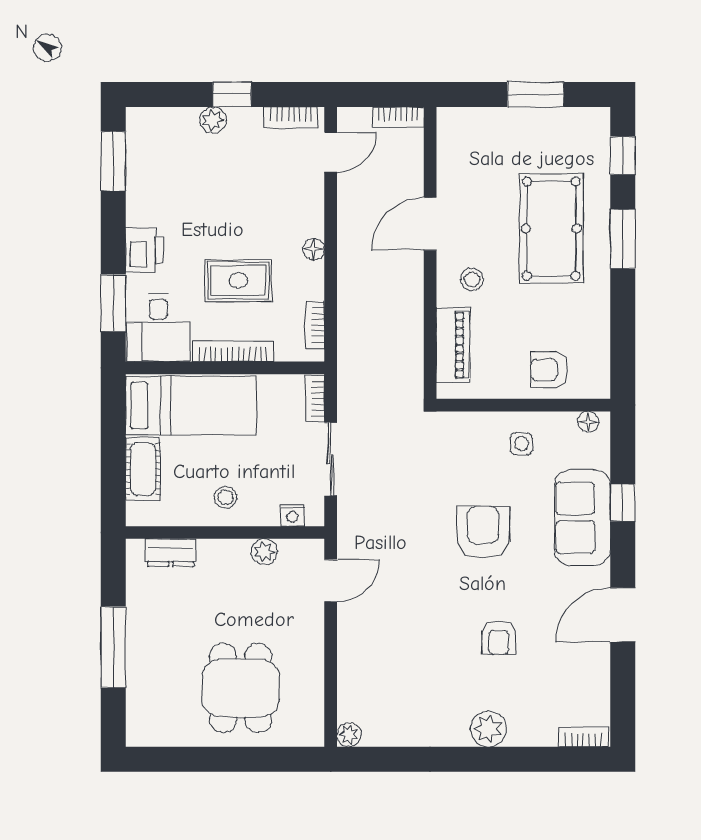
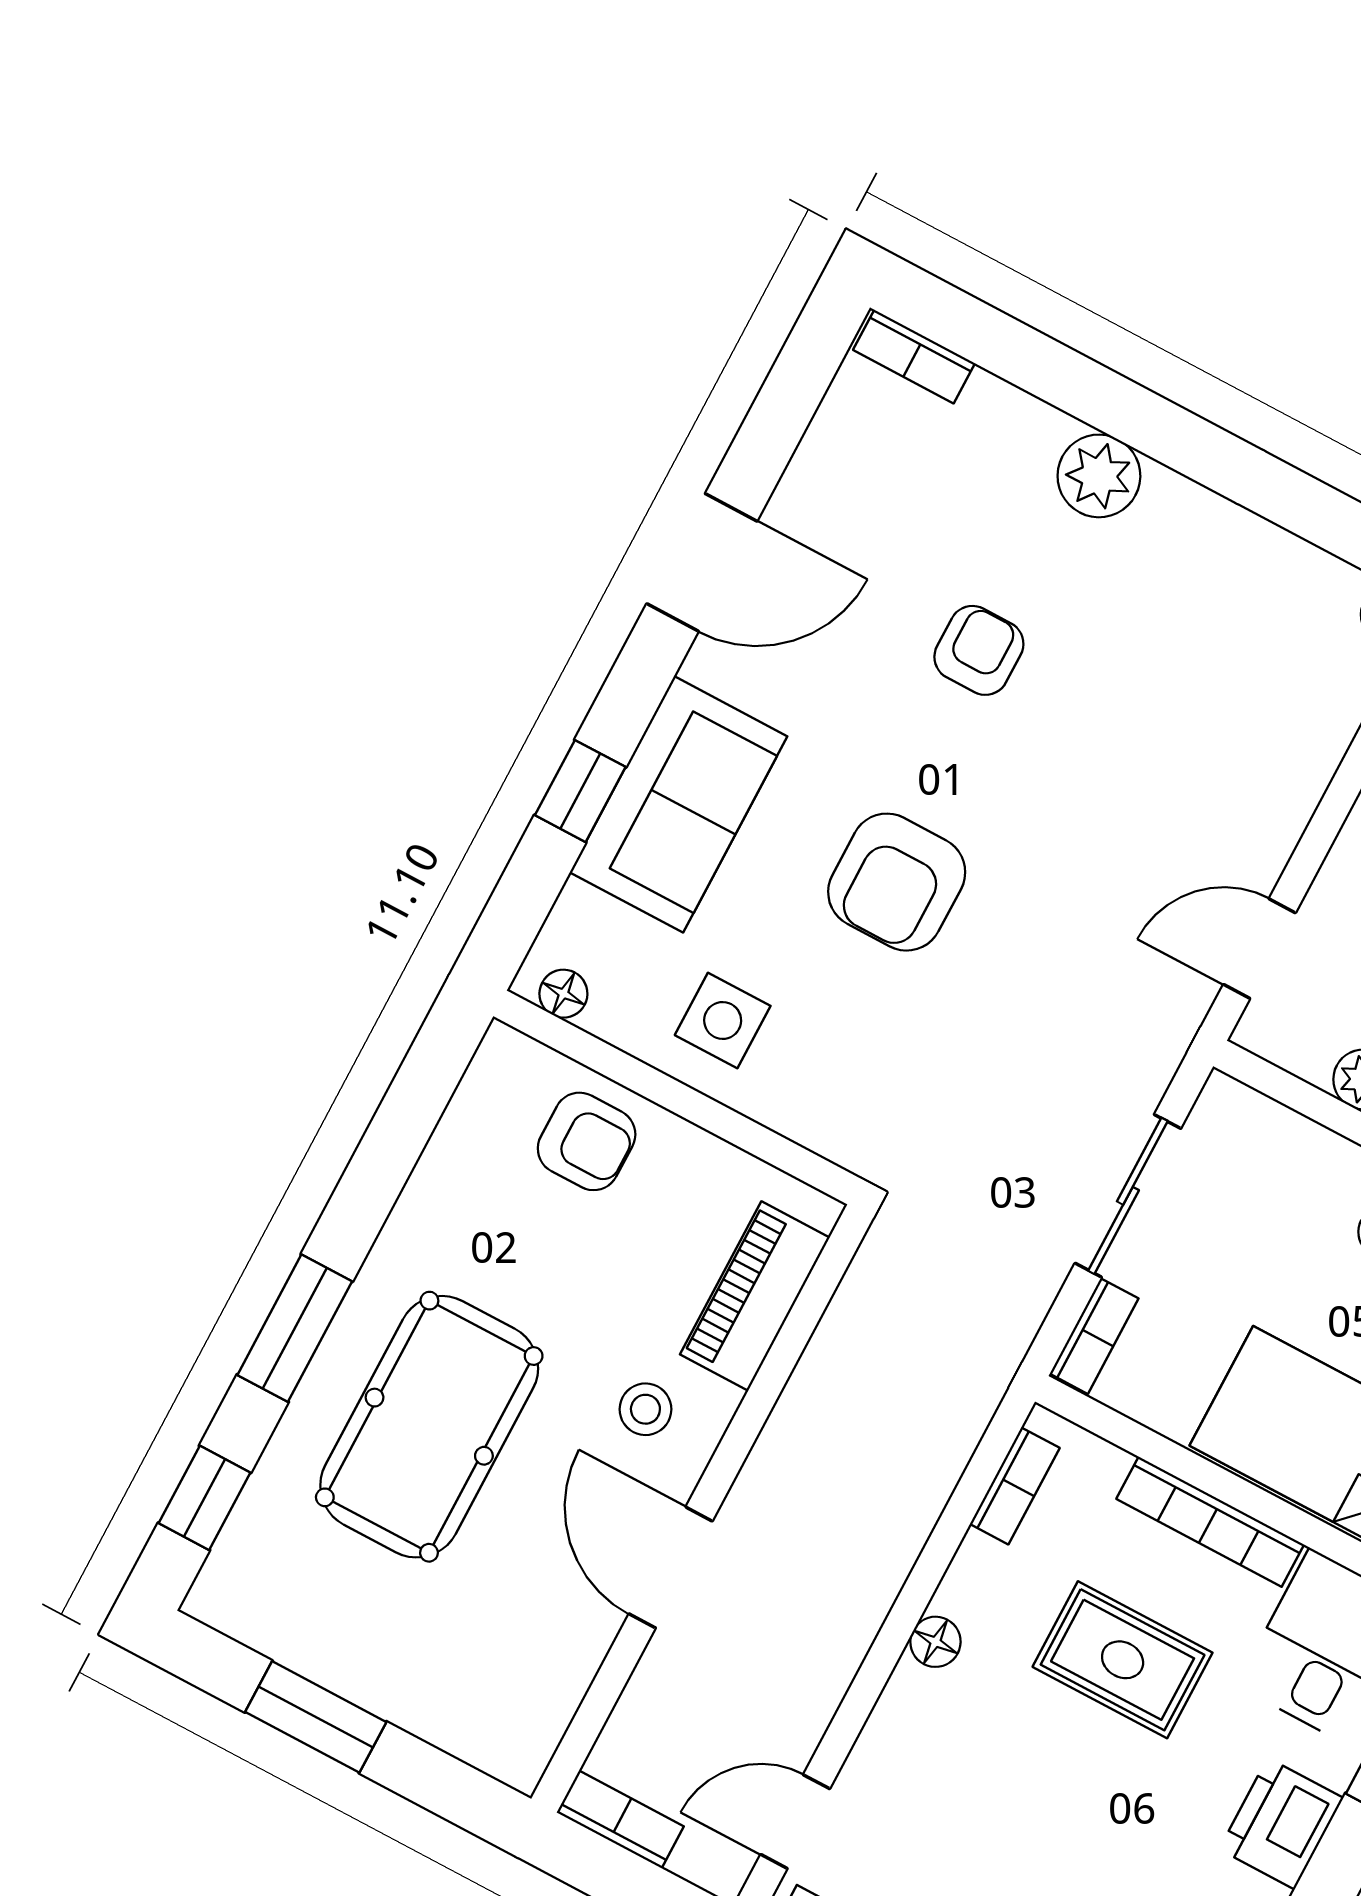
door: (430, 224) -> (671, 1567), swing flipped
side table: (522, 444) -> (723, 1021), width x1.37, depth x1.37
nightstand: (292, 515) -> (1267, 1124), removed

